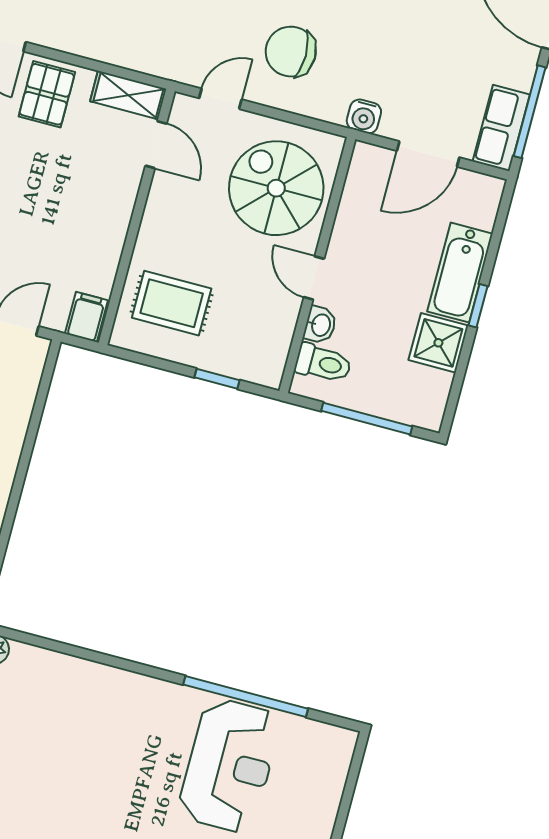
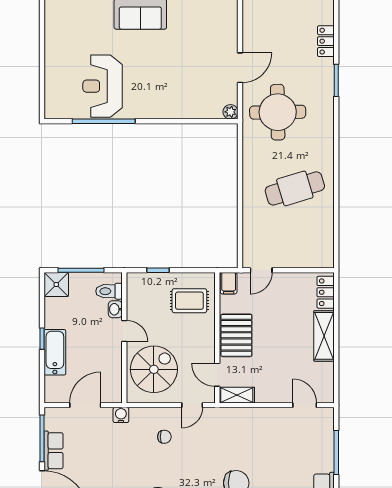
chair: (291, 52) -> (164, 437), width x0.54, depth x0.54
pallet: (47, 94) -> (236, 335), moved, width x1.50, depth x1.42
row of seats: (501, 128) -> (54, 451), moved
spiral stairs: (276, 188) -> (154, 369), turned -90
shower: (438, 343) -> (56, 284), moved

